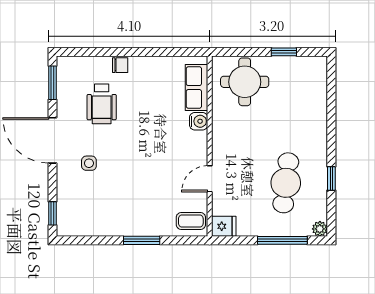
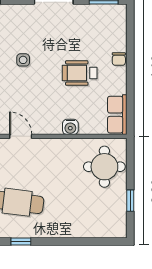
row of seats: (197, 88) -> (117, 115), moved, turned -90
wheelchair: (102, 104) -> (80, 73), moved
side table: (89, 163) -> (23, 60), moved

